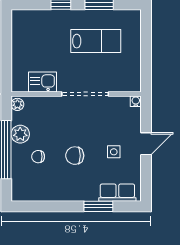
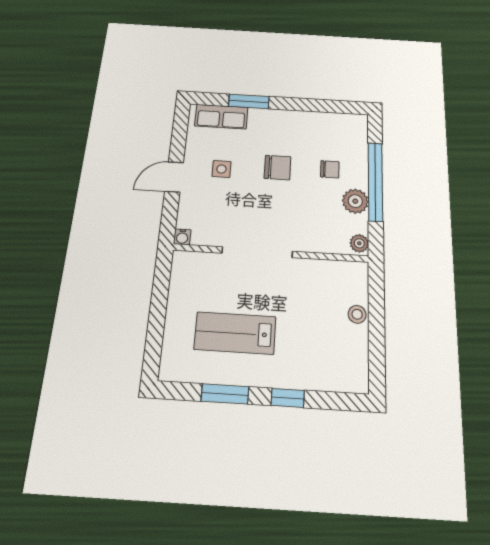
stool: (19, 57) -> (357, 314), added
kitchen sink: (43, 82) -> (321, 274), removed

